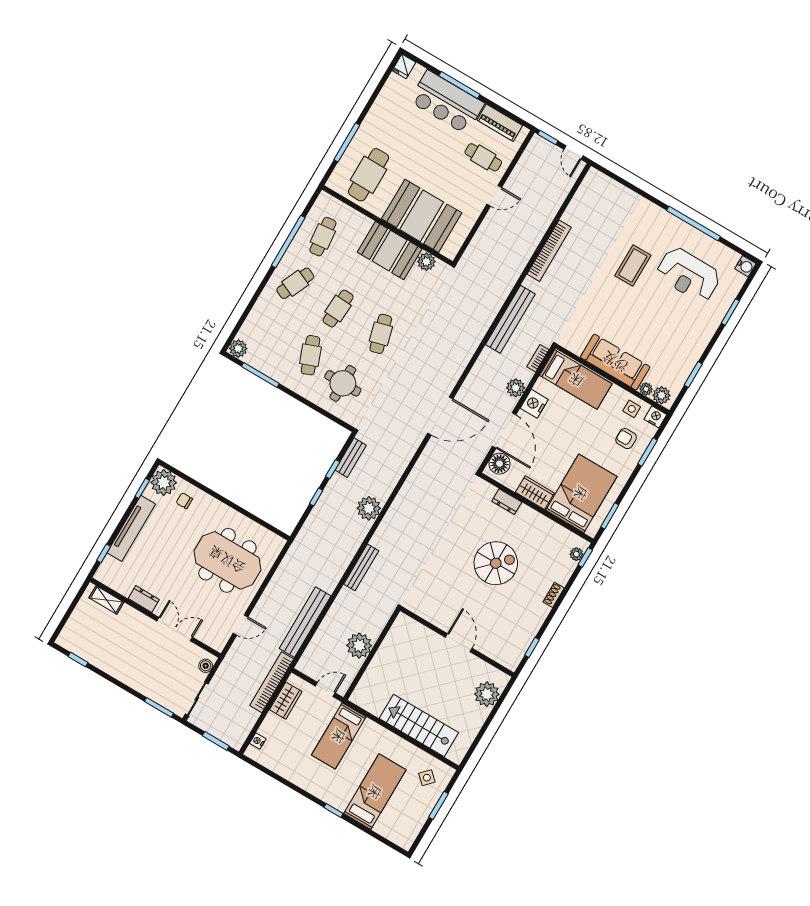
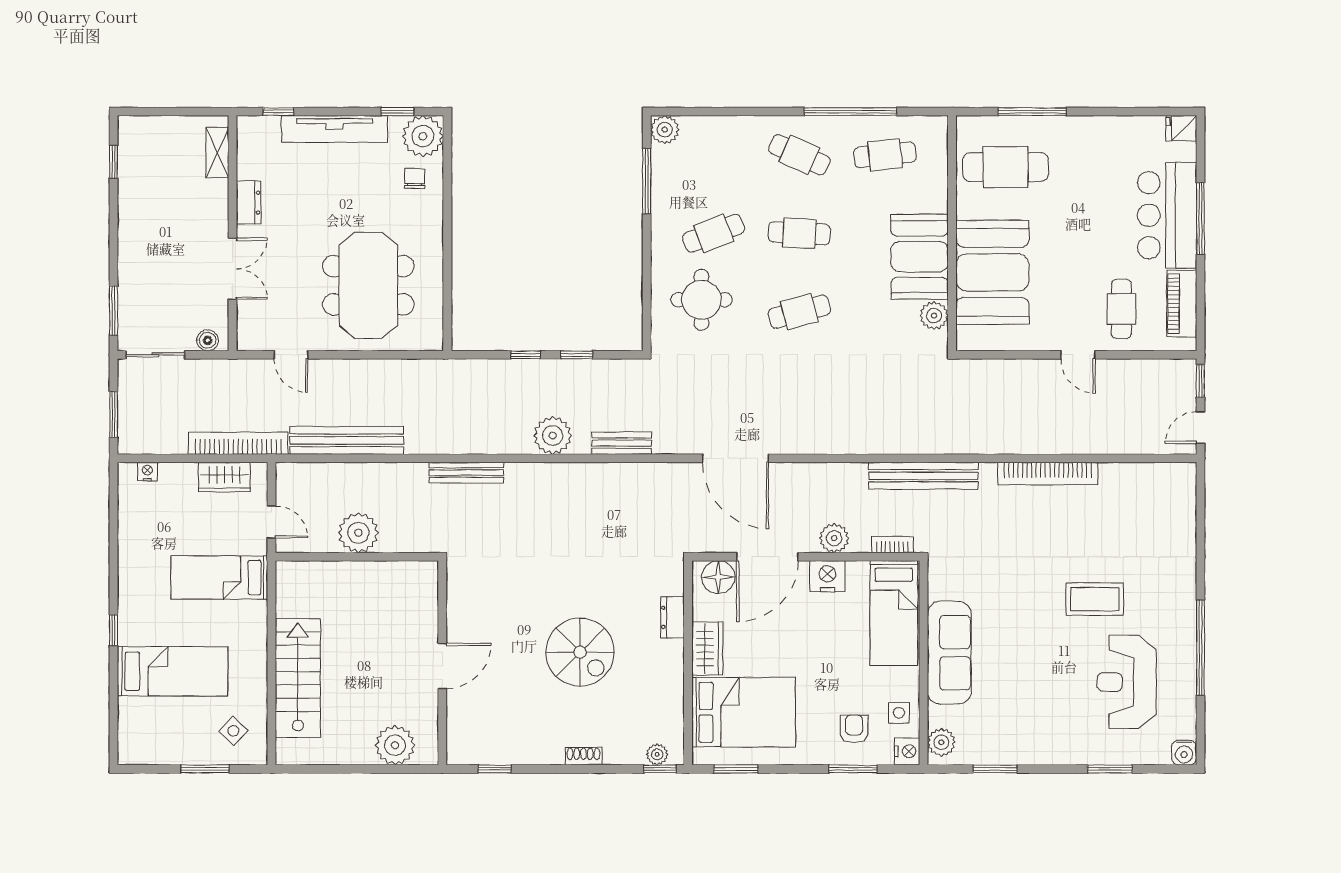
plant: (646, 389) -> (937, 716), removed
bench: (351, 458) -> (622, 443), moved

